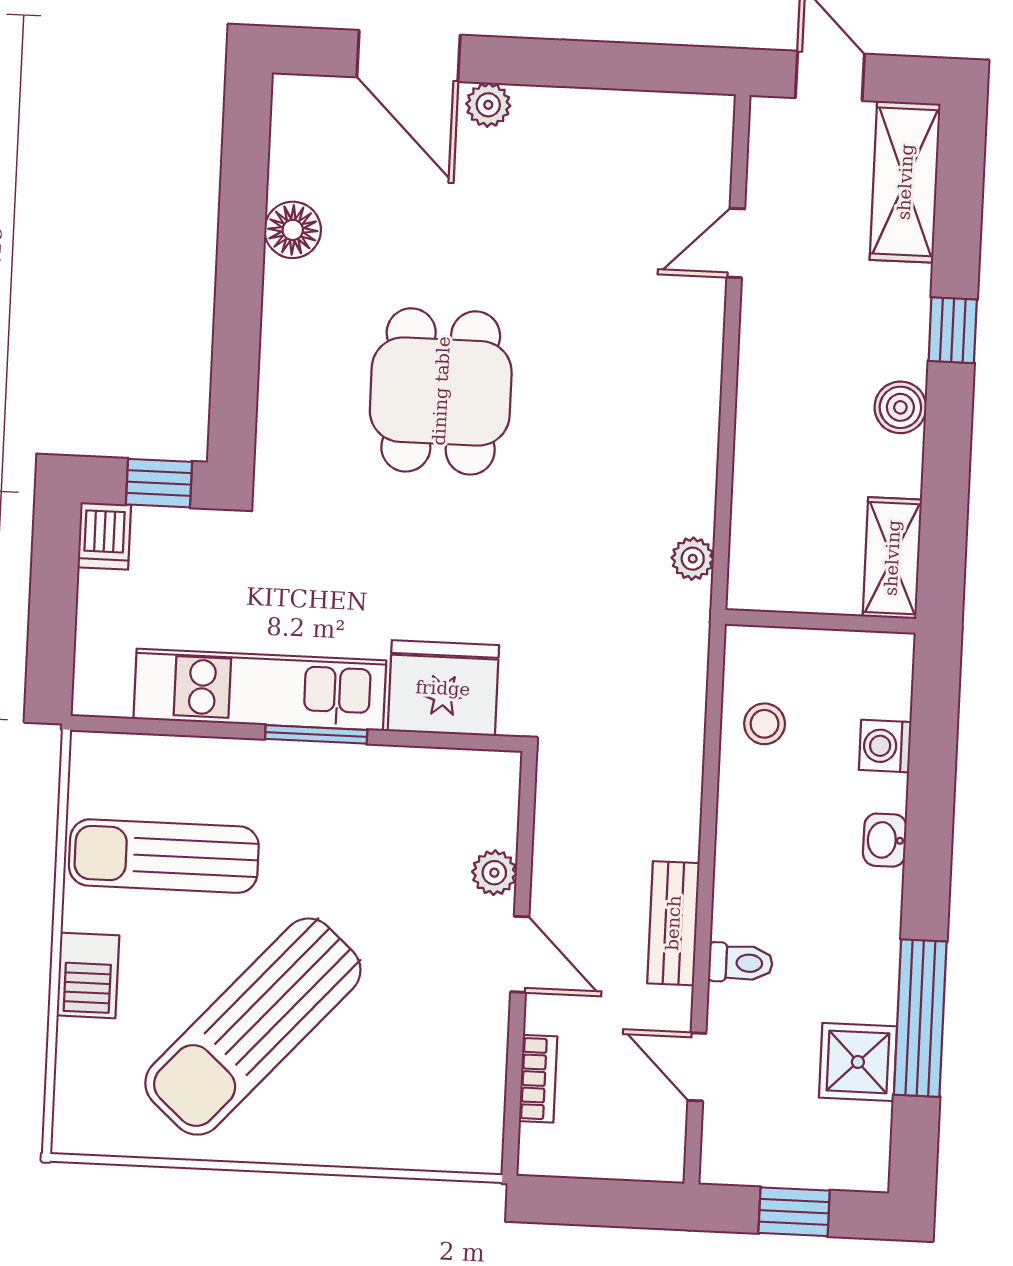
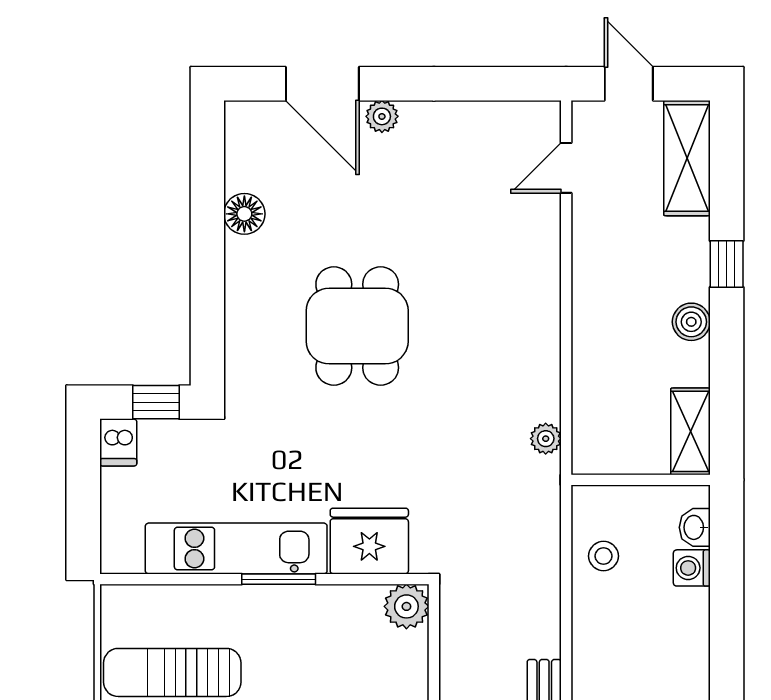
door: (736, 243) -> (566, 168), moved
washbasin: (885, 840) -> (695, 527), moved
plant: (494, 873) -> (406, 606), moved, width x1.38, depth x1.38

